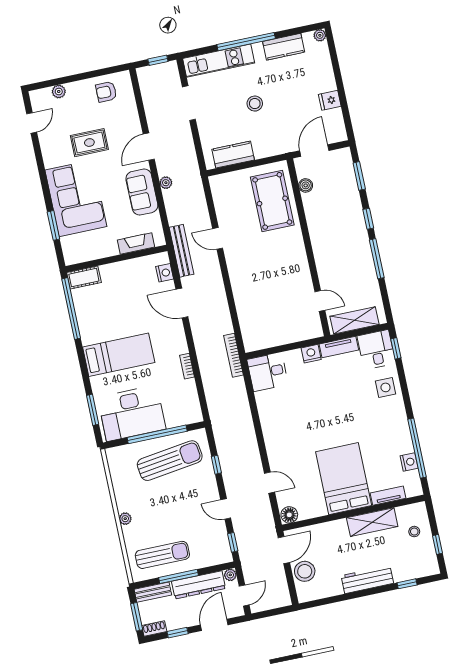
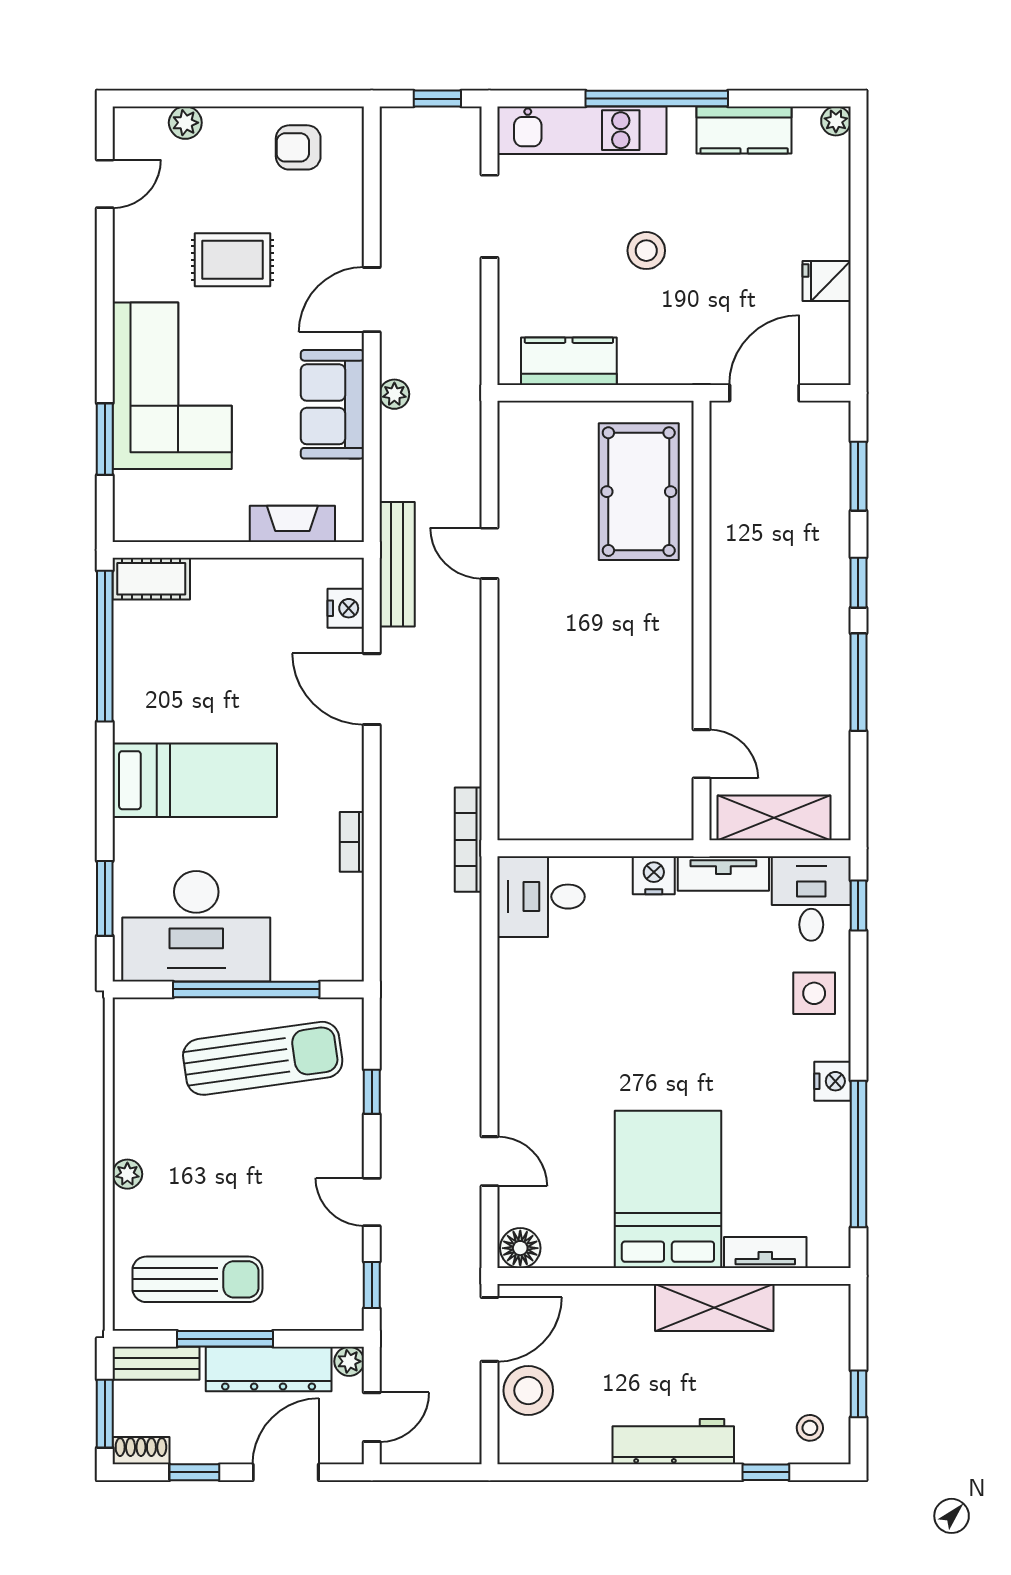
boiler: (306, 185) -> (726, 471), removed
nightstand: (409, 462) -> (832, 1081), moved
stool: (414, 532) -> (810, 1428), moved

